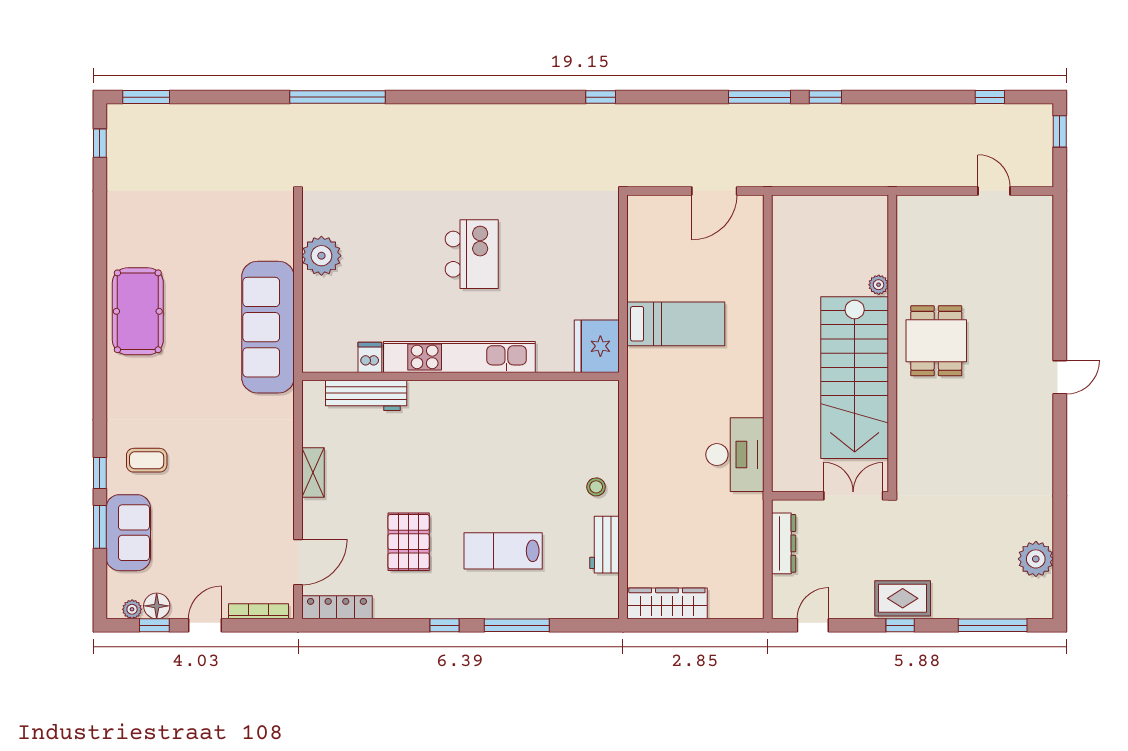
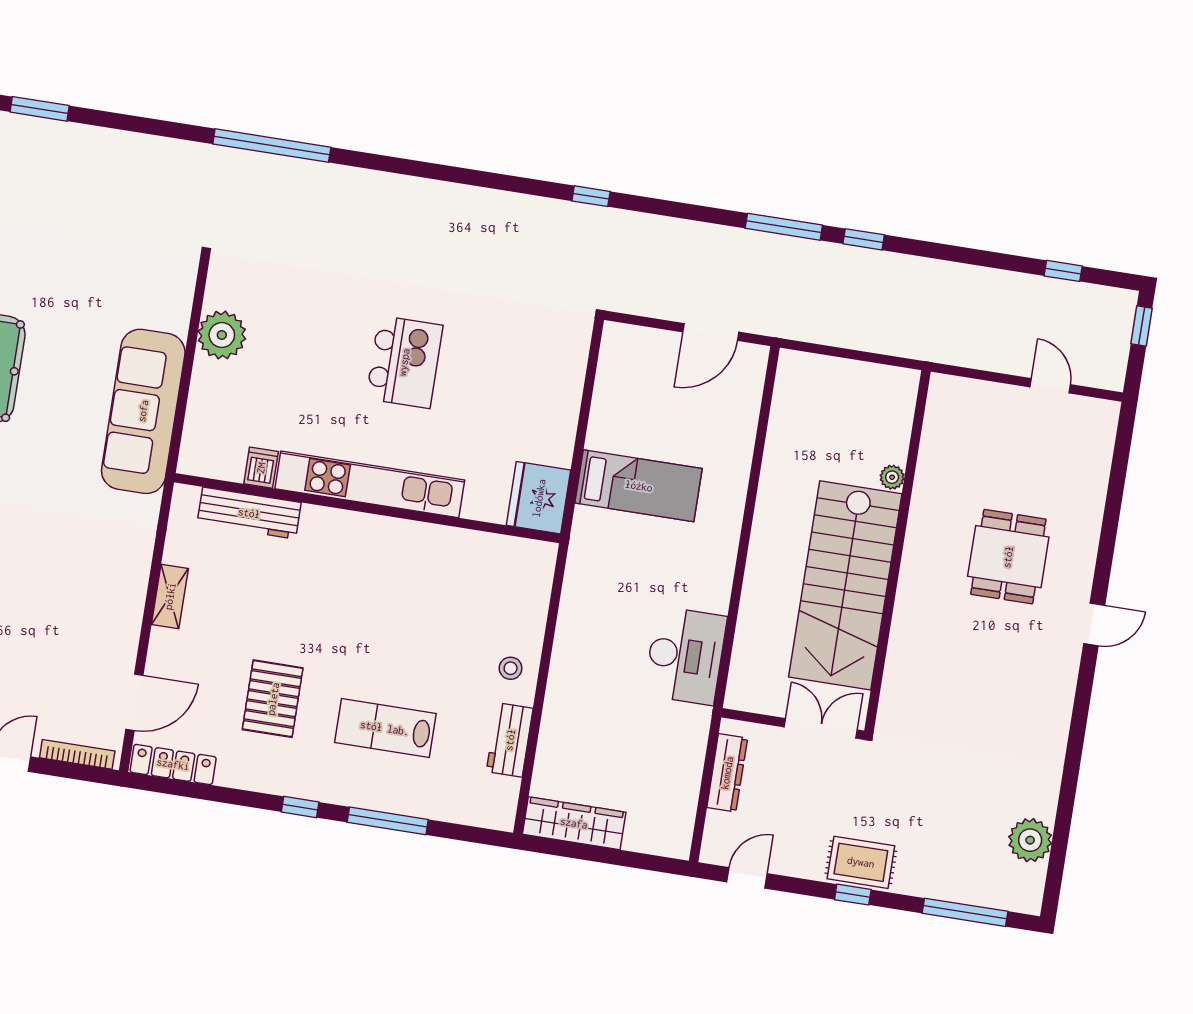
dining table: (936, 341) -> (1008, 557), moved

